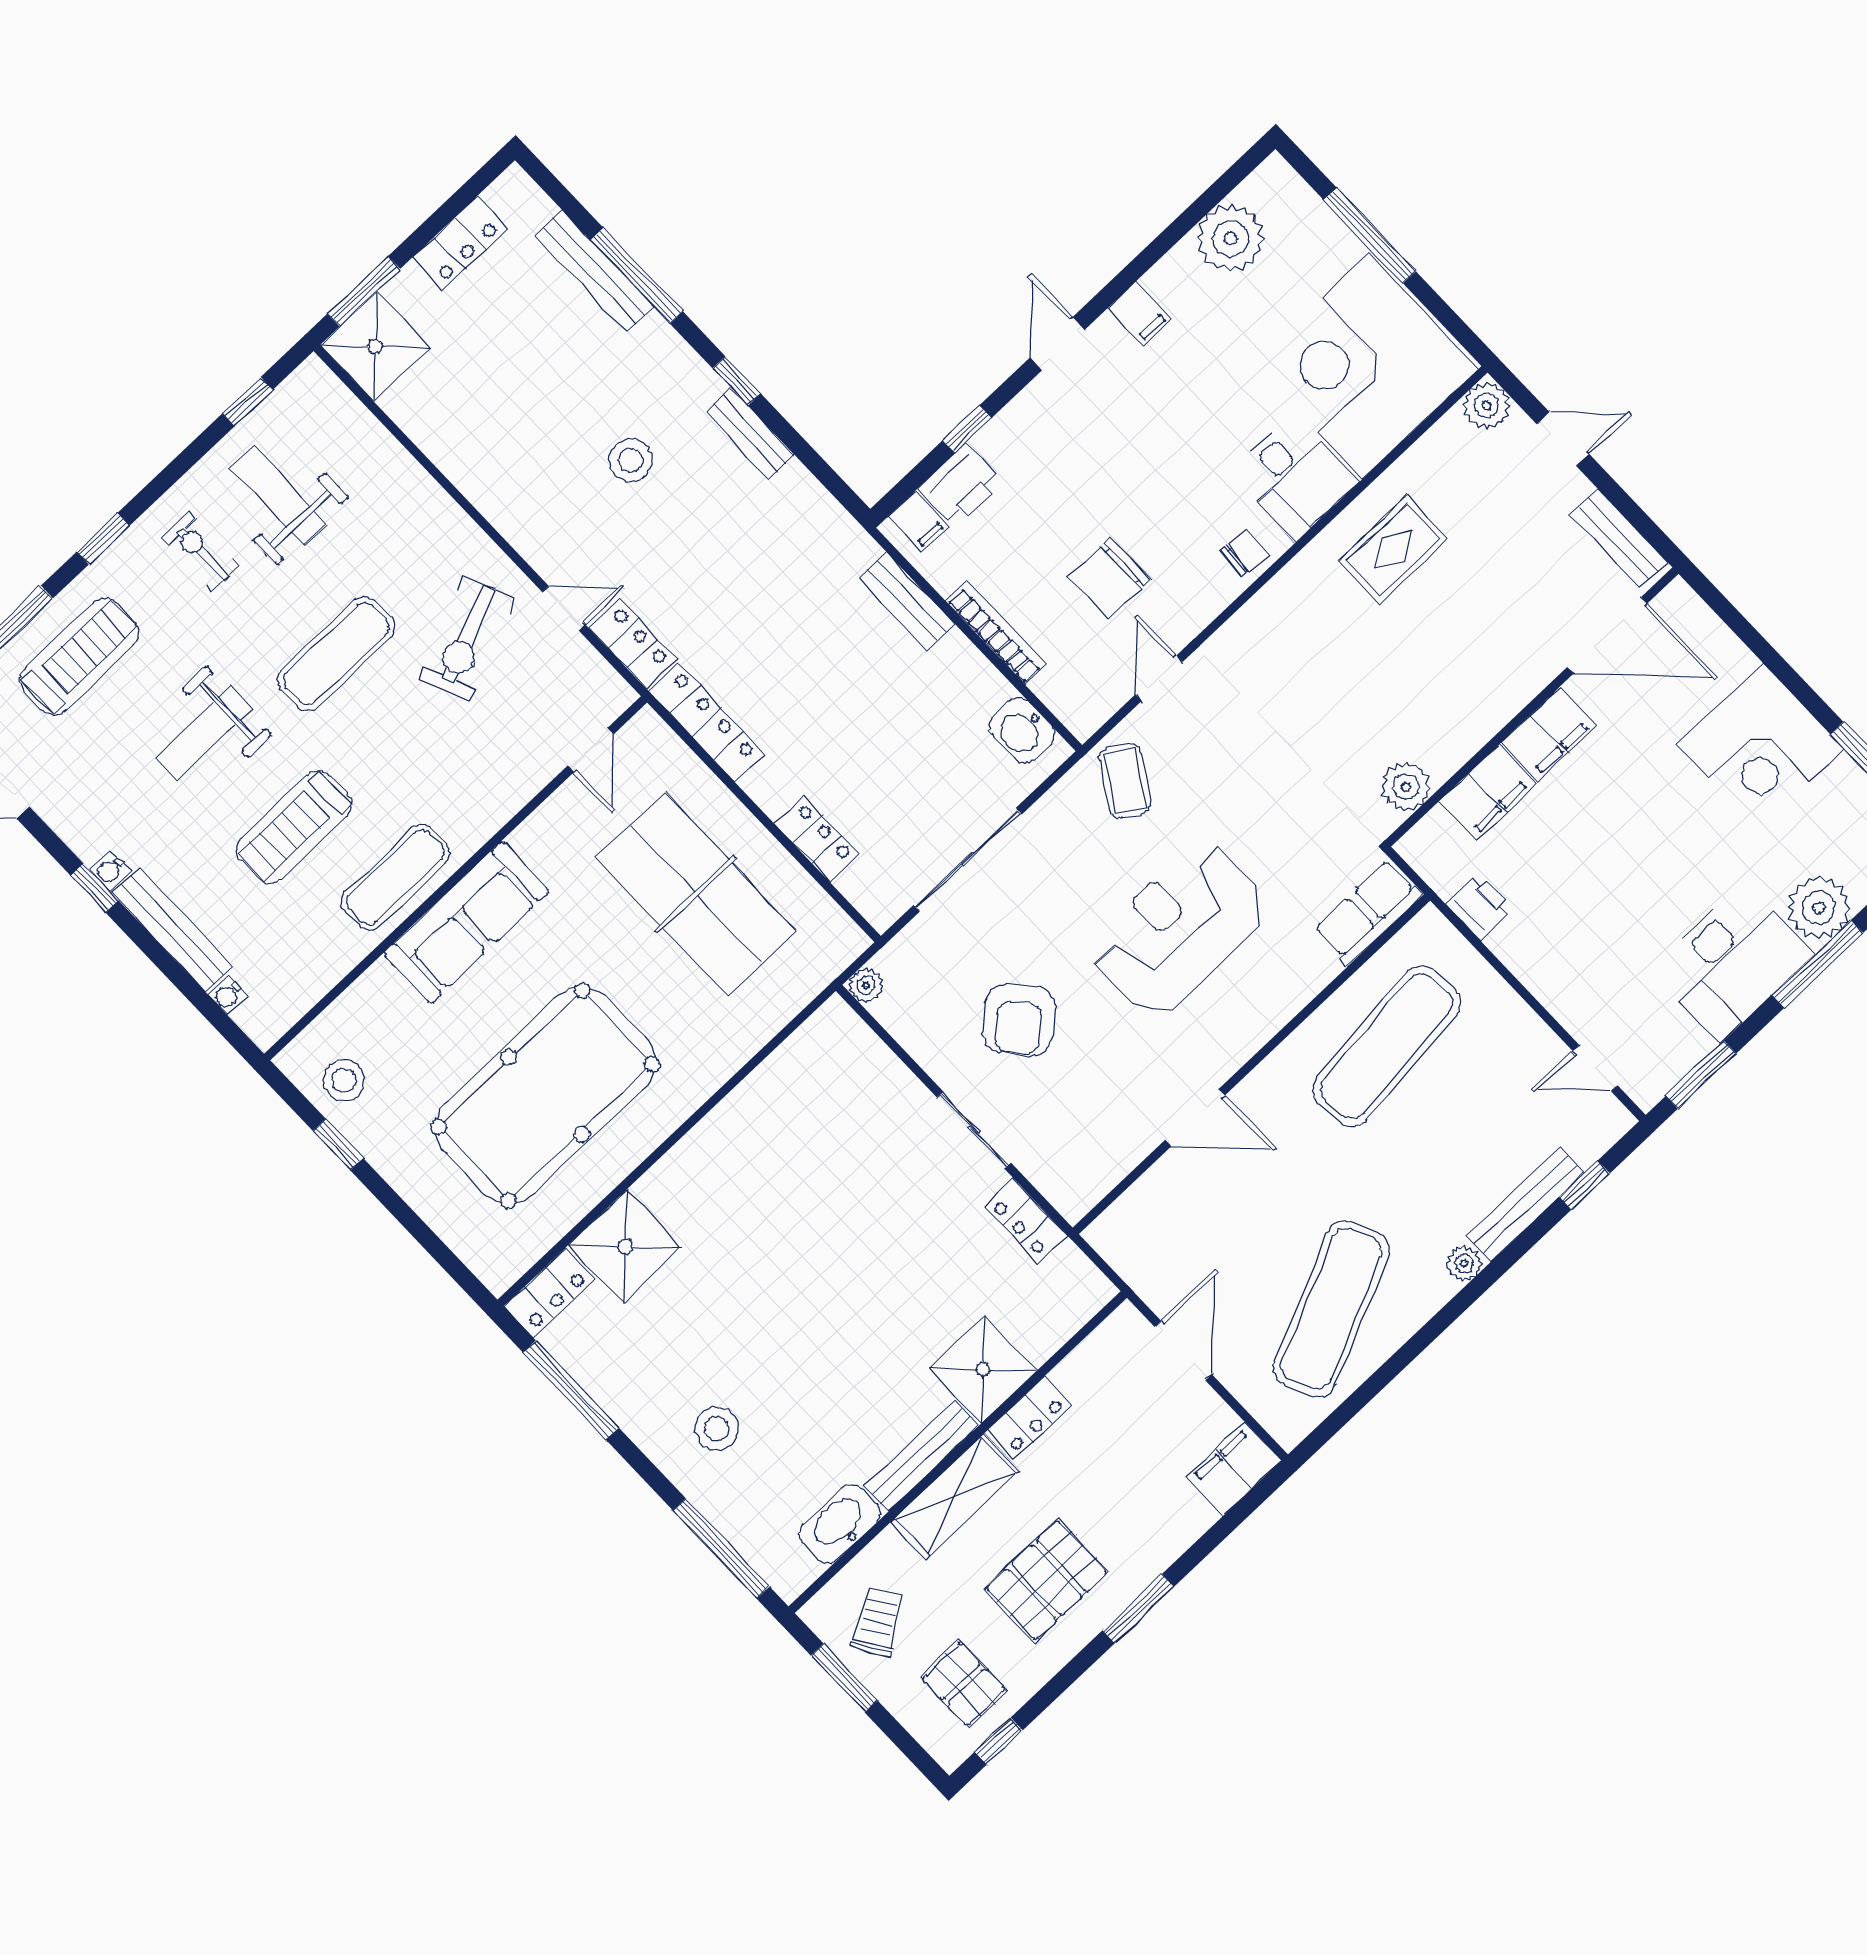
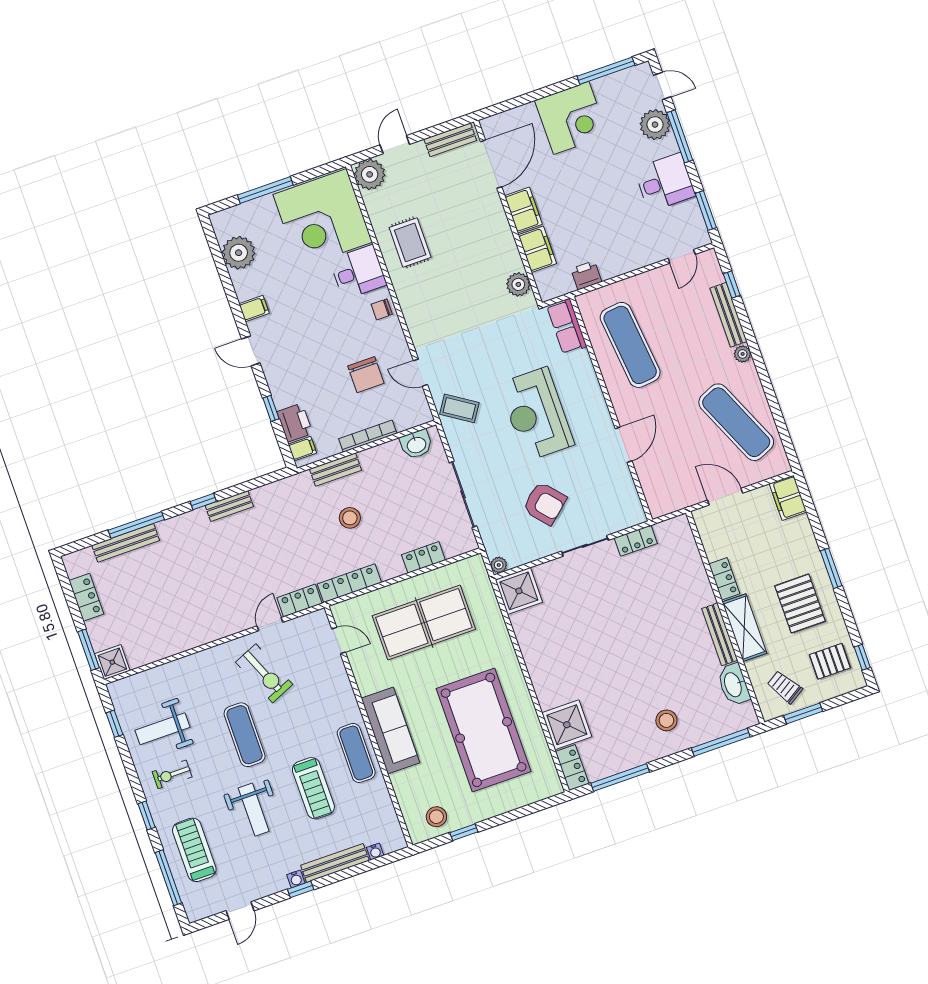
shower: (375, 346) -> (112, 662), width x0.73, depth x0.73
plant: (1487, 405) -> (370, 174), width x1.36, depth x1.36
stool: (631, 460) -> (350, 518), moved
chair: (1245, 553) -> (382, 309), turned -96
desk: (1732, 962) -> (665, 182), width x0.73
shower: (983, 1369) -> (519, 591), moved

